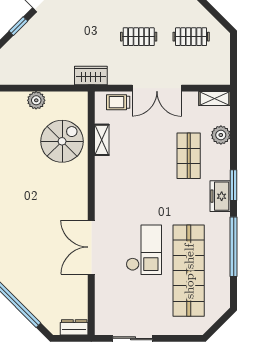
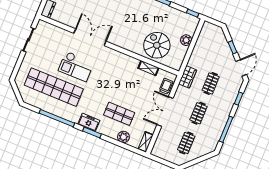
clothes rail: (86, 37) -> (211, 83), added
spiral stairs: (62, 141) -> (157, 45), turned 180

